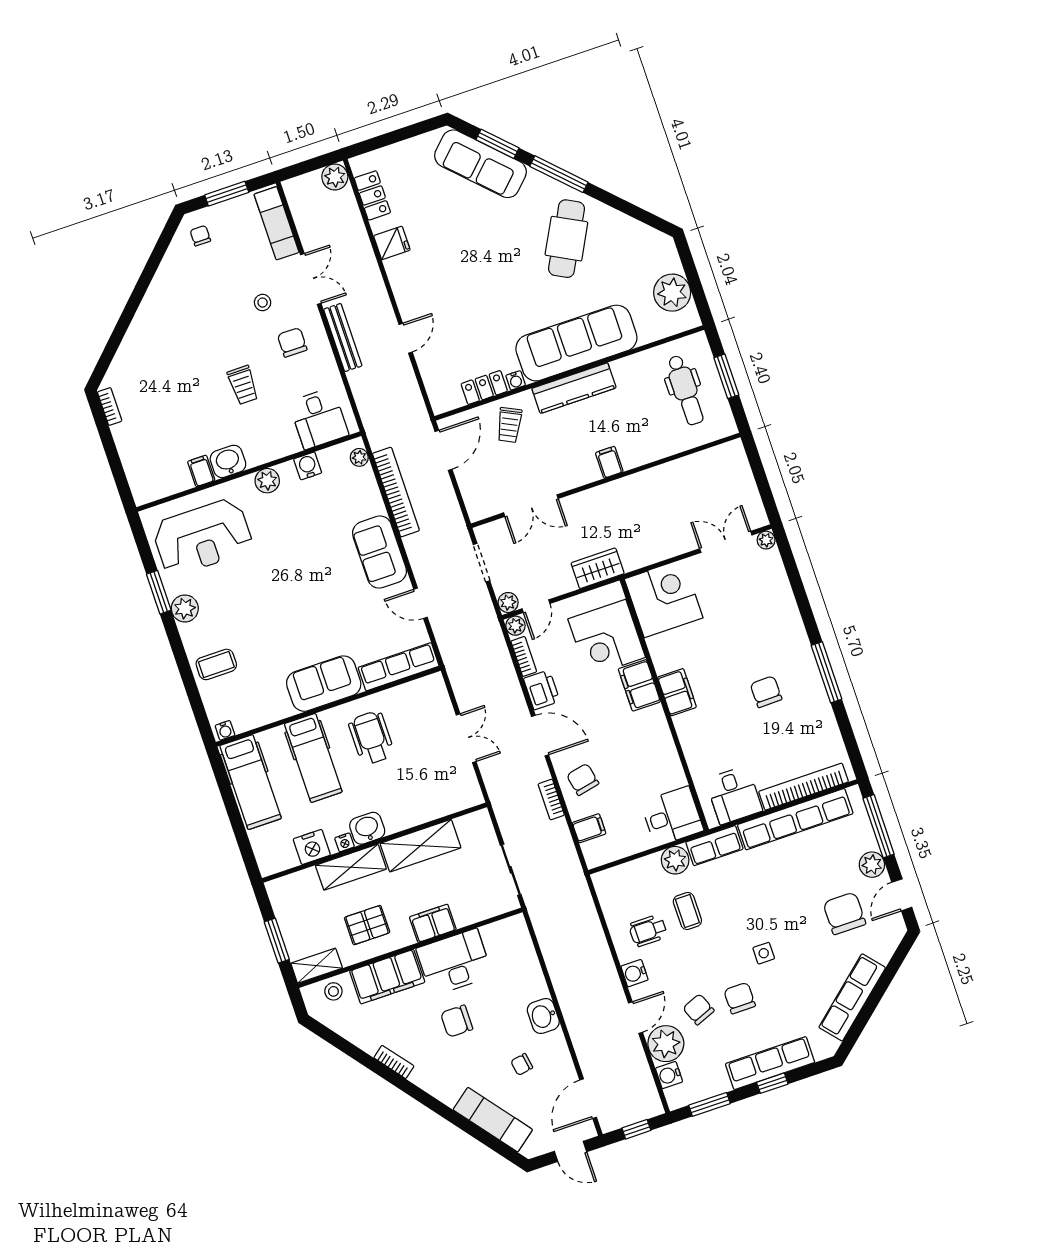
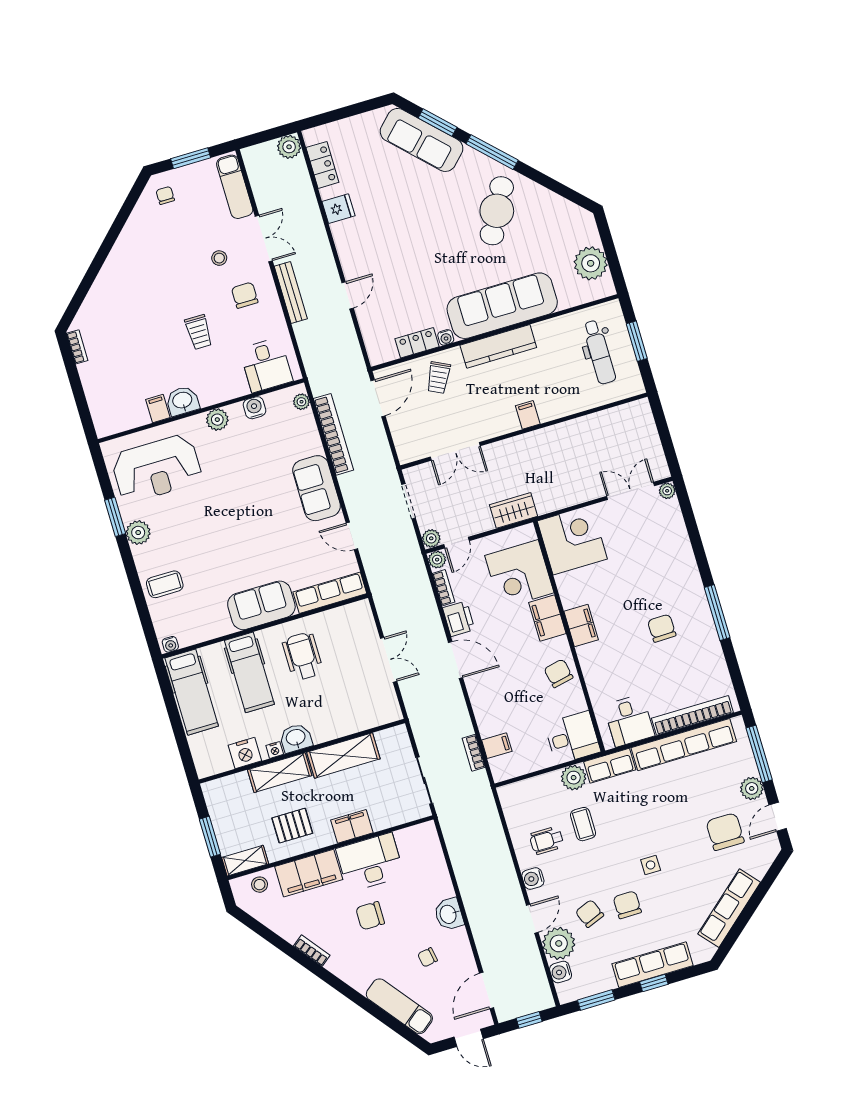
chair: (583, 779) -> (558, 673), moved
bookcase: (551, 800) -> (474, 753), moved

